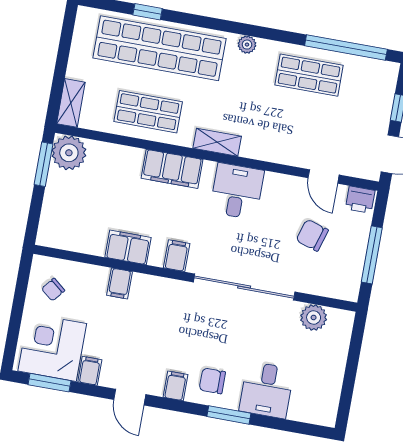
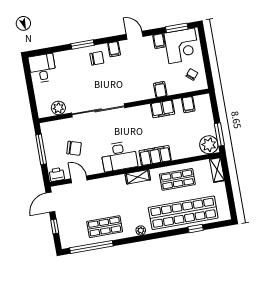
desk: (237, 191) -> (119, 156), width x1.37
filing cabinet: (177, 256) -> (188, 105), moved
desk: (267, 390) -> (42, 68), moved

